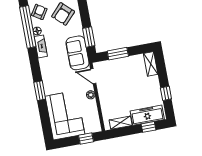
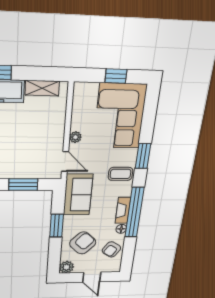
window: (28, 27) -> (134, 213), moved
window: (89, 37) -> (57, 226), moved
coffee table: (52, 75) -> (120, 174), added
window: (86, 139) -> (116, 76), moved

